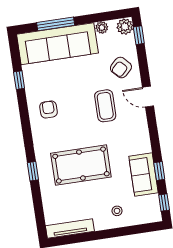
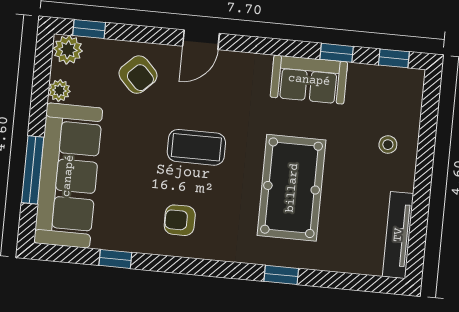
coffee table: (105, 106) -> (196, 147), moved
sofa: (143, 174) -> (309, 80), moved

